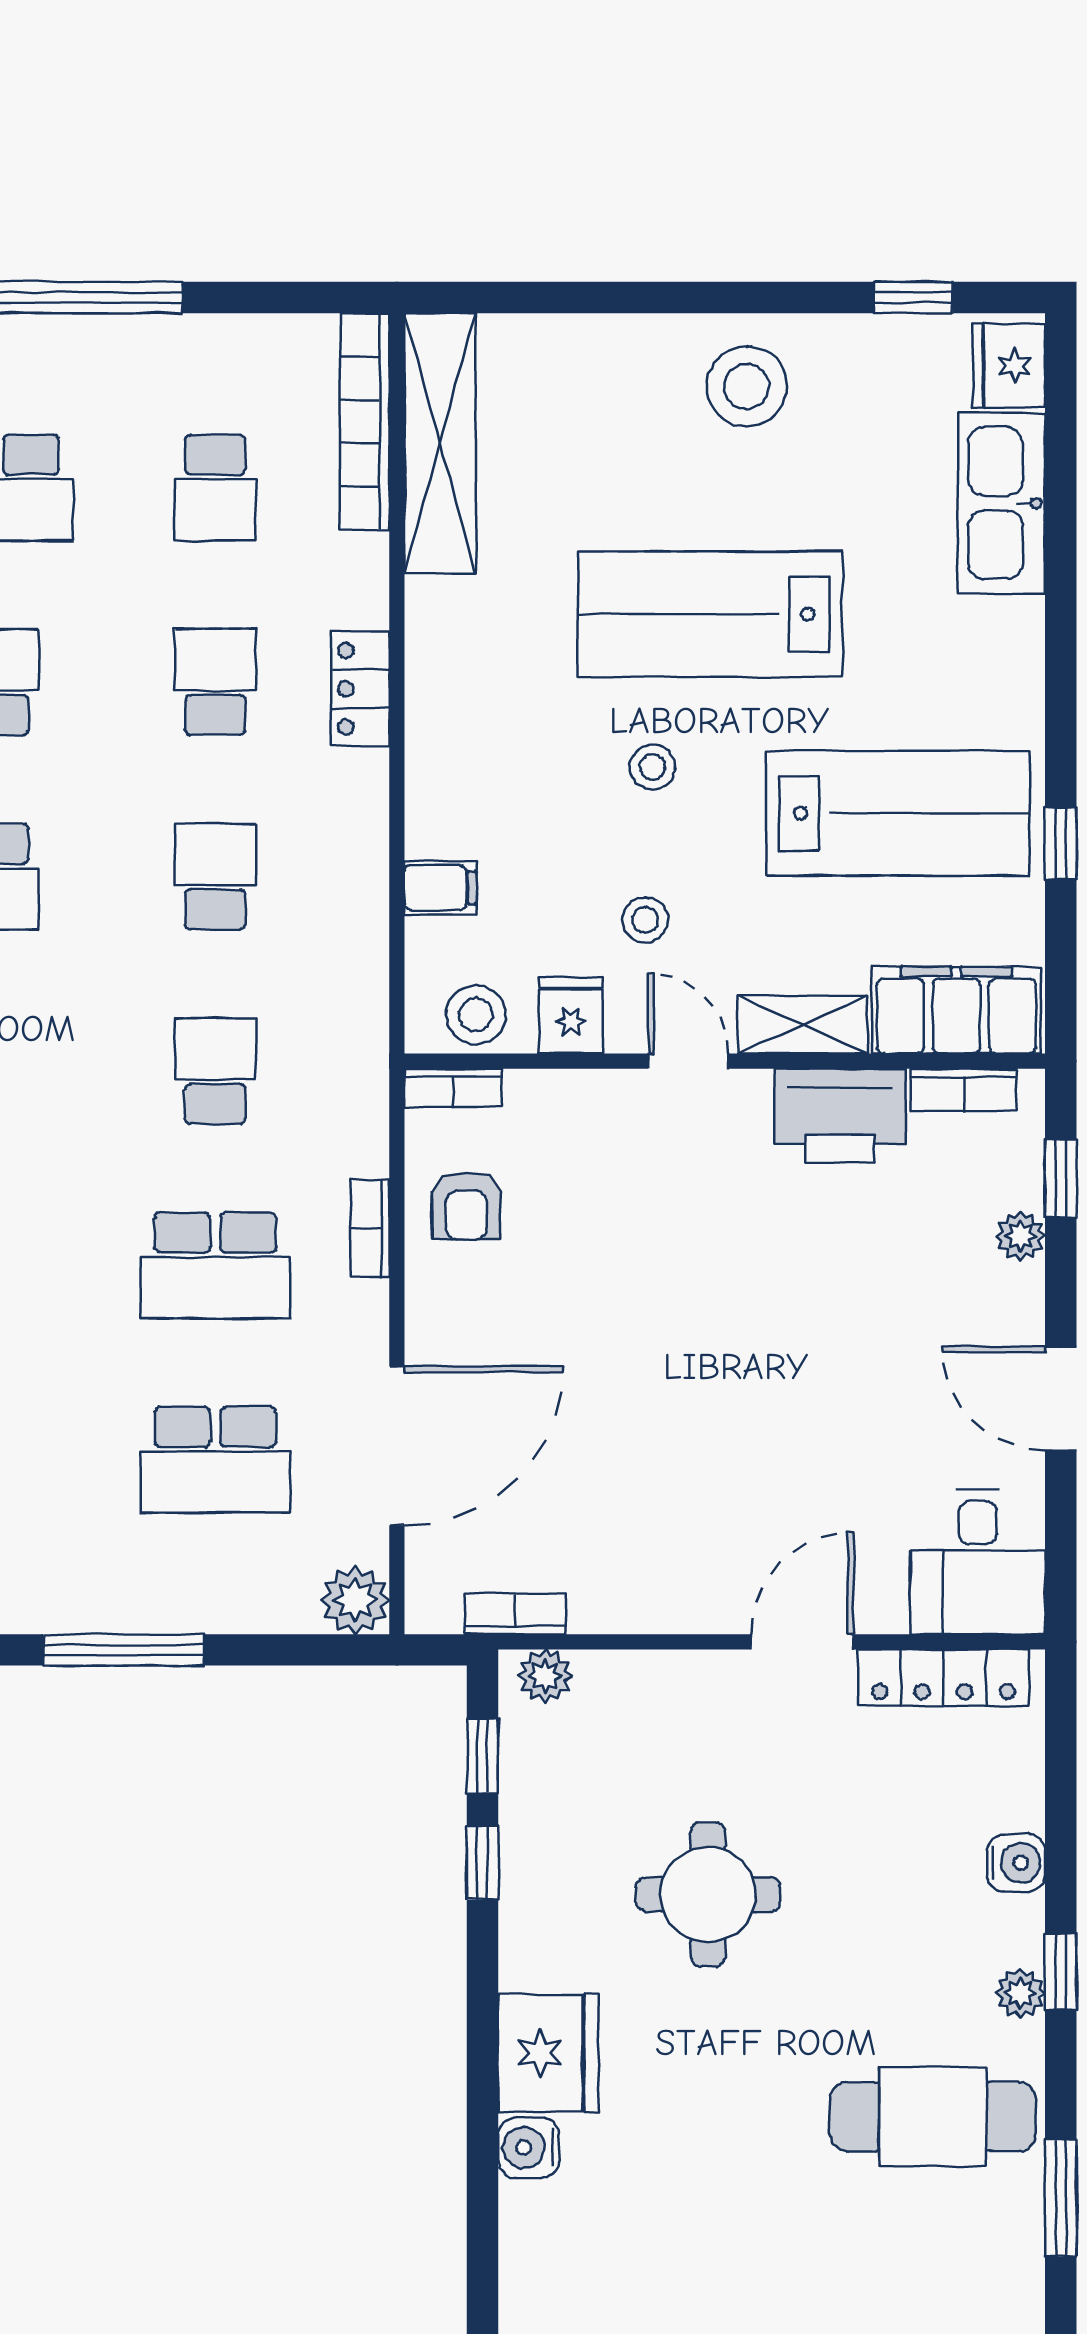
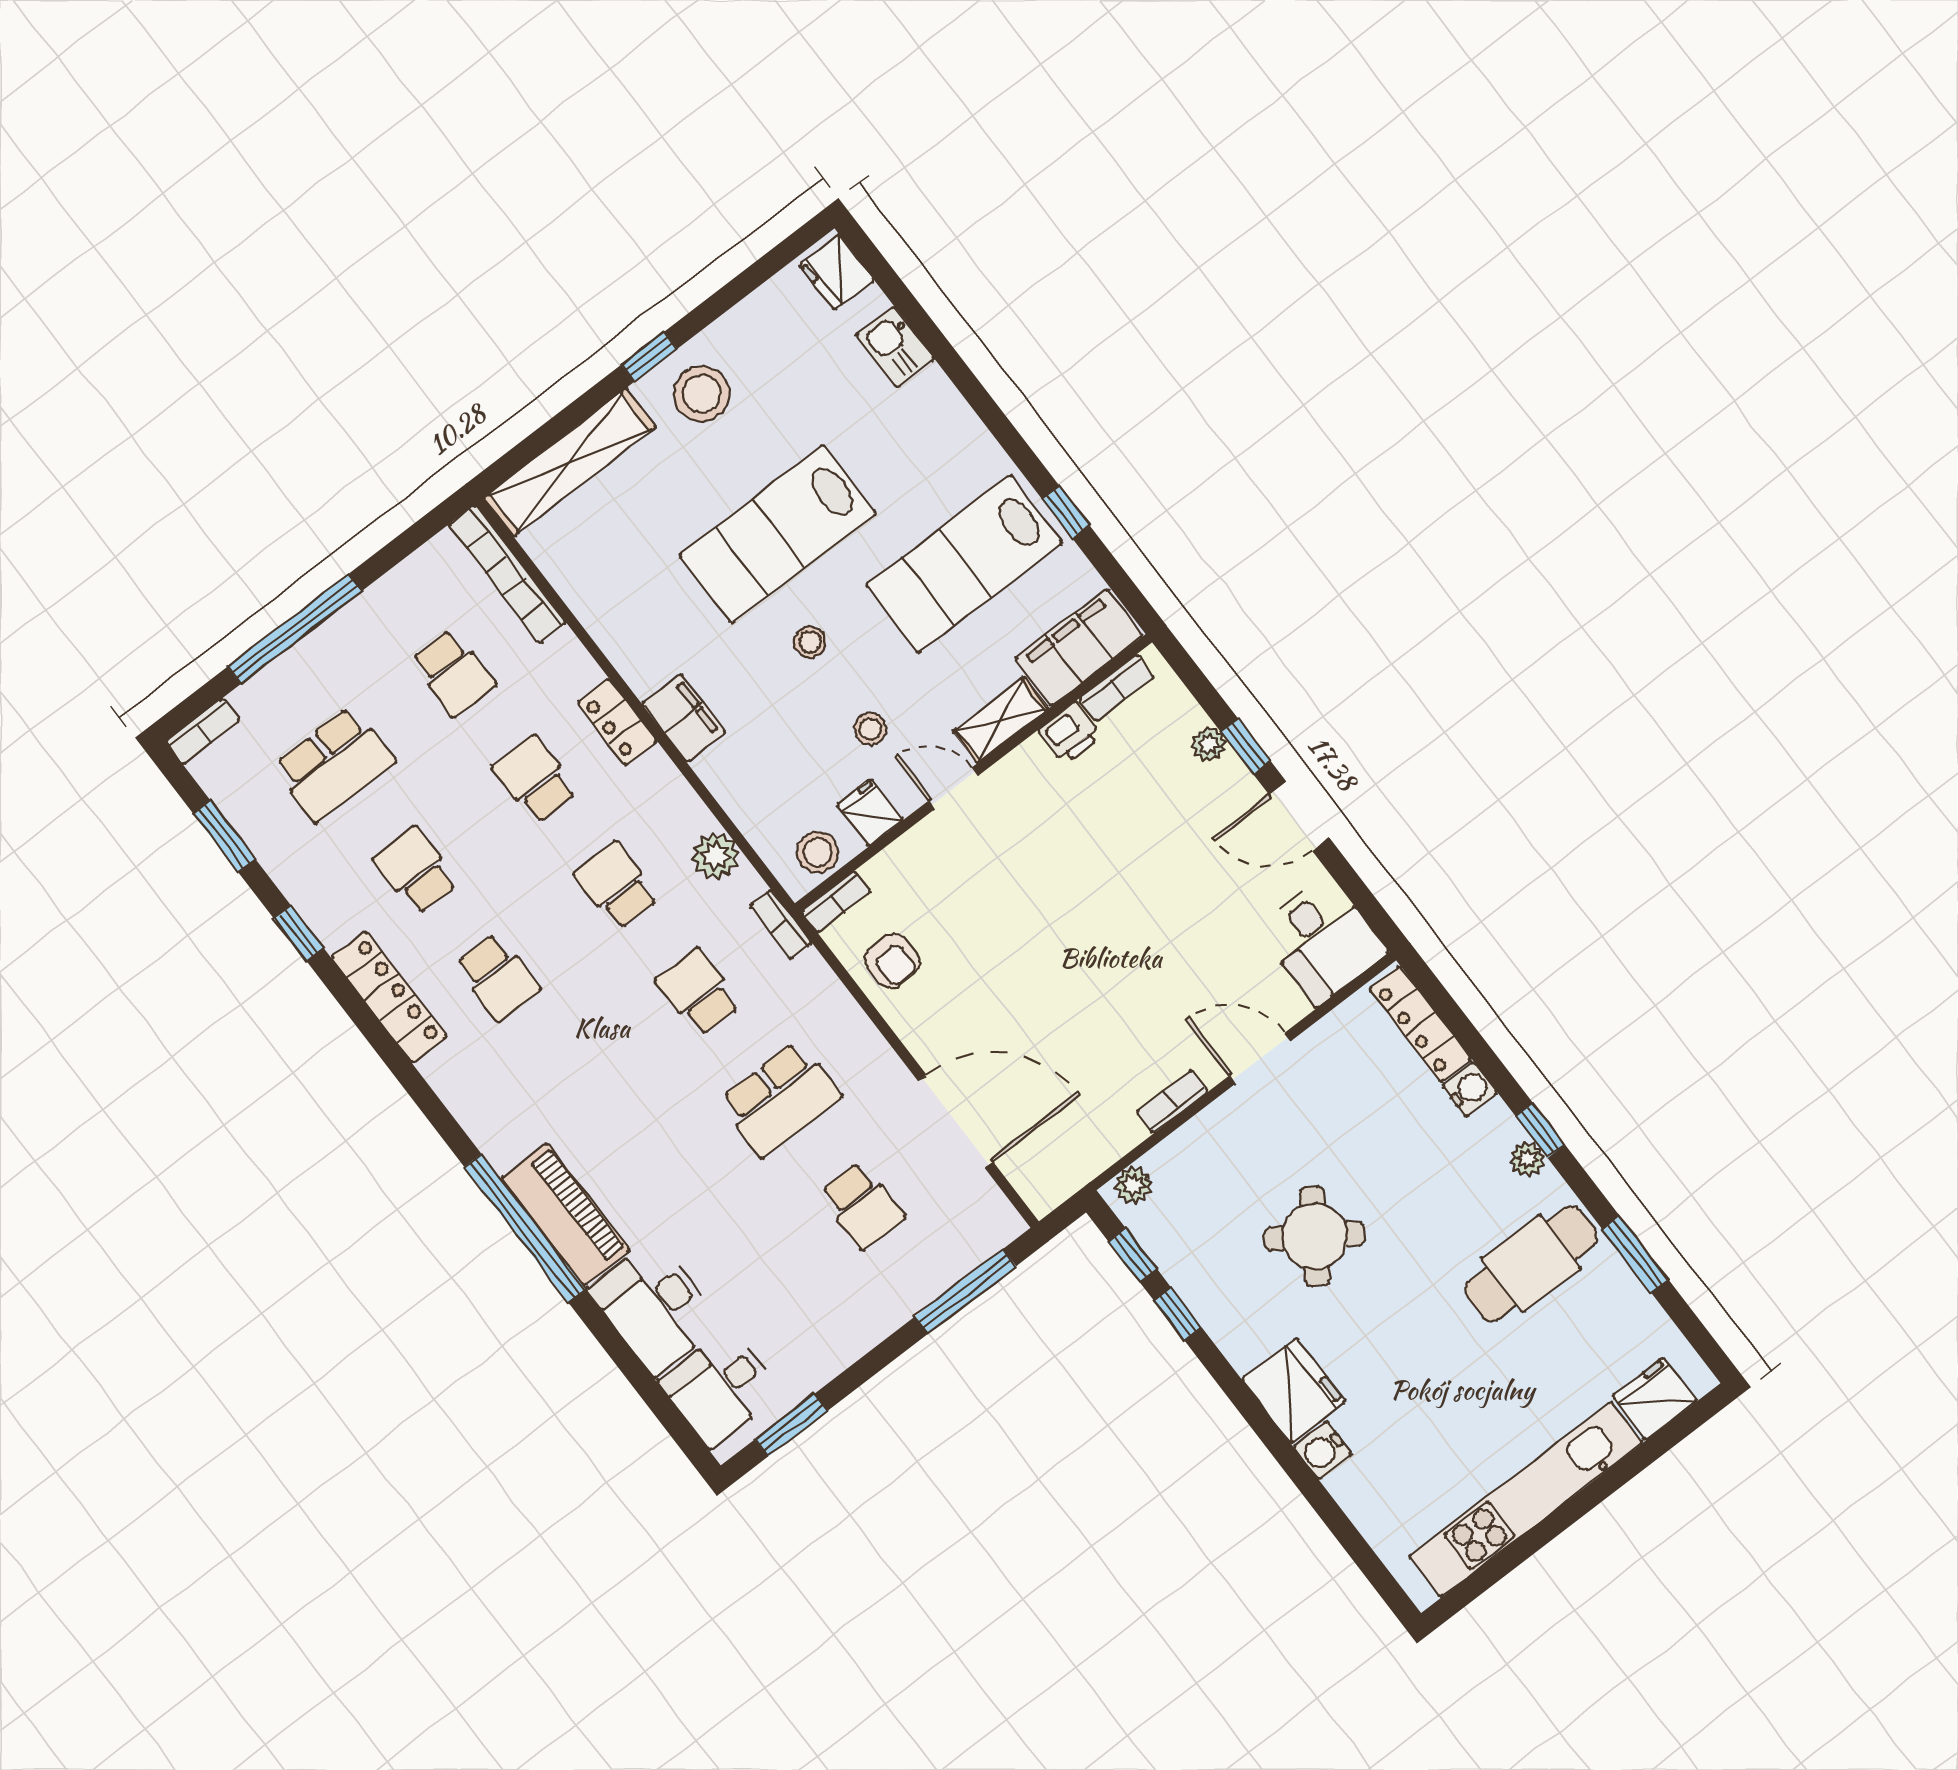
window: (913, 298) -> (649, 357), moved
shelving: (440, 443) -> (570, 462), moved, turned 90
kitchen sink: (1002, 503) -> (895, 347), width x0.53, depth x0.81
lab bench: (898, 813) -> (964, 564), turned 180
filing cabinet: (440, 888) -> (684, 718), moved, width x2.00
printer: (840, 1116) -> (1070, 733), width x0.53, depth x0.68
window: (1061, 1178) -> (1246, 746), moved
bookcase: (370, 1228) -> (781, 924), moved
door: (397, 1446) -> (956, 1121), hinge flipped
school desk: (215, 1460) -> (862, 1205), width x0.54
plant: (355, 1600) -> (715, 856), moved
bookcase: (515, 1614) -> (1172, 1102), moved
door: (802, 1642) -> (1260, 1058), hinge flipped
window: (124, 1650) -> (966, 1291), moved
locker: (943, 1678) -> (1420, 1024), moved, turned 90
round table: (708, 1894) -> (1315, 1236), turned 34

